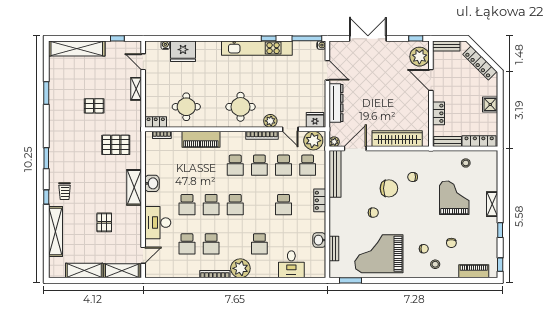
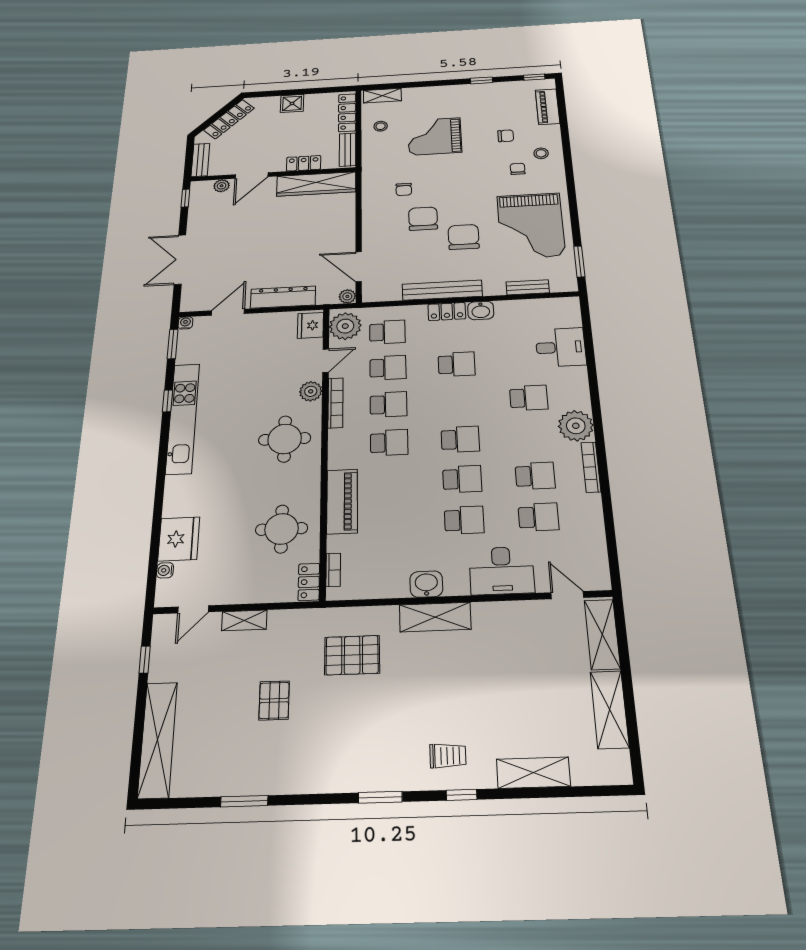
window: (307, 38) -> (173, 344), width x0.69
plant: (419, 57) -> (222, 186), width x0.53, depth x0.53
wardrobe: (397, 139) -> (316, 184), moved, turned -90
pallet: (116, 145) -> (352, 655), turned 90
bench: (335, 174) -> (442, 290), moved
shelving: (492, 204) -> (382, 96), moved
chair: (373, 213) -> (464, 237), width x1.87, depth x1.87
pallet: (104, 222) -> (508, 672), removed
shelving: (55, 231) -> (533, 773), width x0.68
washbasin: (319, 240) -> (481, 310), moved

